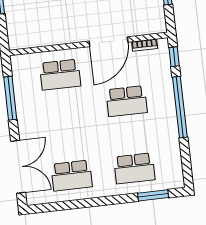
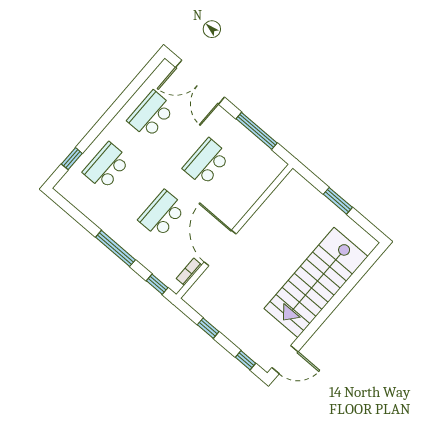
school desk: (60, 75) -> (207, 162), moved
window: (180, 107) -> (116, 248), width x0.68
window: (153, 195) -> (72, 159), width x0.67

